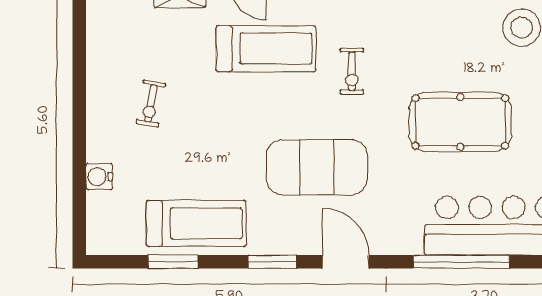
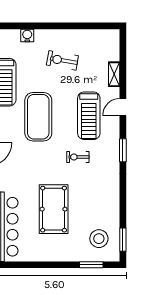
exercise bike: (151, 103) -> (62, 60), width x1.38, depth x1.39
exercise mat: (317, 167) -> (38, 117), moved

